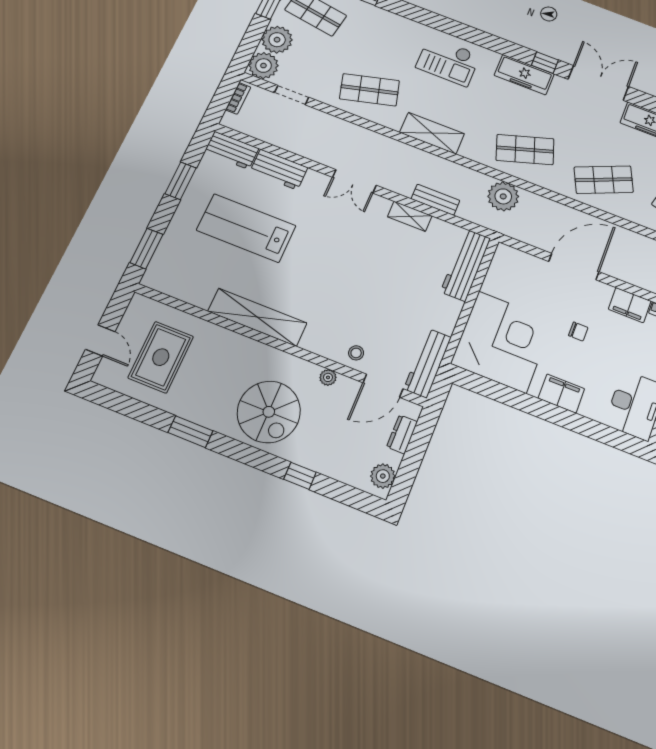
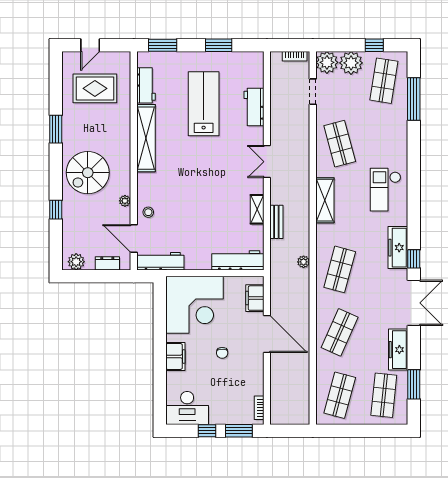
workbench: (232, 150) -> (146, 85), moved, turned 180
shop shelf: (525, 150) -> (340, 269), turned 33
shop shelf: (604, 180) -> (340, 332), turned 48
plant: (503, 196) -> (304, 262), width x0.53, depth x0.53
filing cabinet: (630, 305) -> (255, 298), moved

